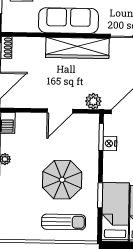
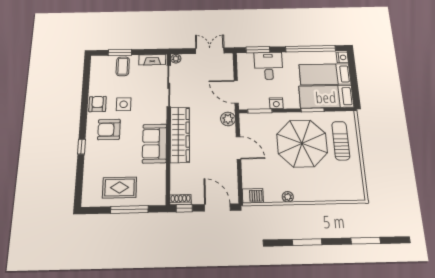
sofa: (68, 21) -> (155, 143), width x0.73
nightstand: (110, 143) -> (276, 103), moved
parasol: (62, 180) -> (302, 143), width x1.36, depth x1.36

